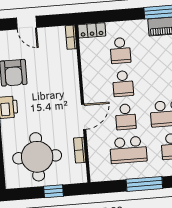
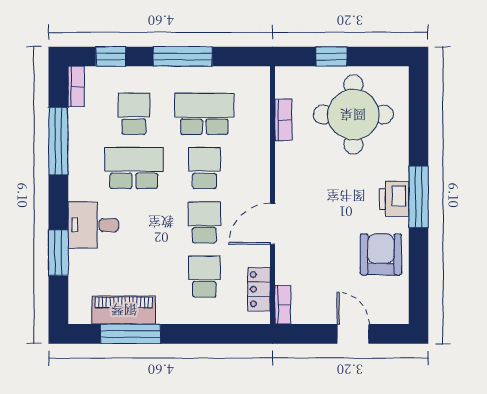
locker: (92, 30) -> (259, 289), moved, turned -90
door: (84, 117) -> (272, 224), moved

